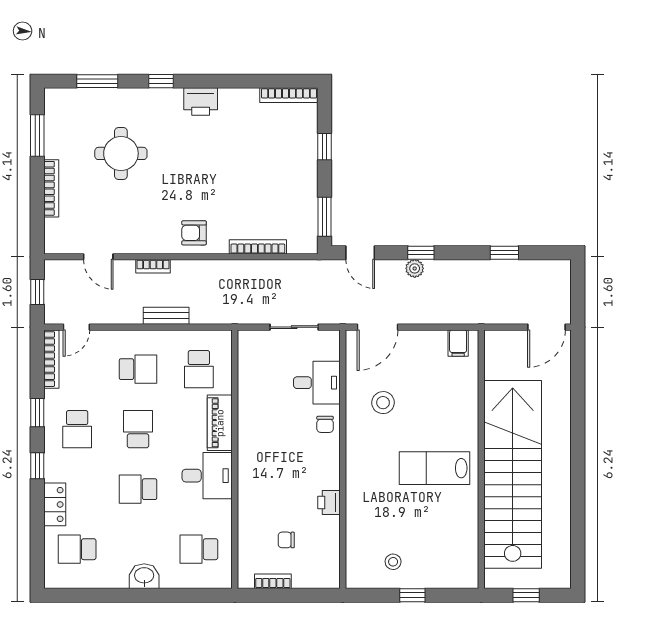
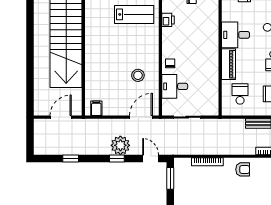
plant: (415, 268) -> (120, 145), width x1.87, depth x1.87
door: (547, 327) -> (61, 117), moved
lab bench: (435, 468) -> (134, 14), moved

